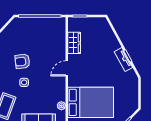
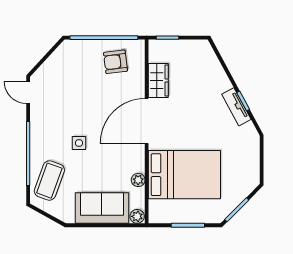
armchair: (22, 61) -> (115, 62), moved
door: (67, 68) -> (147, 121), width x1.88

